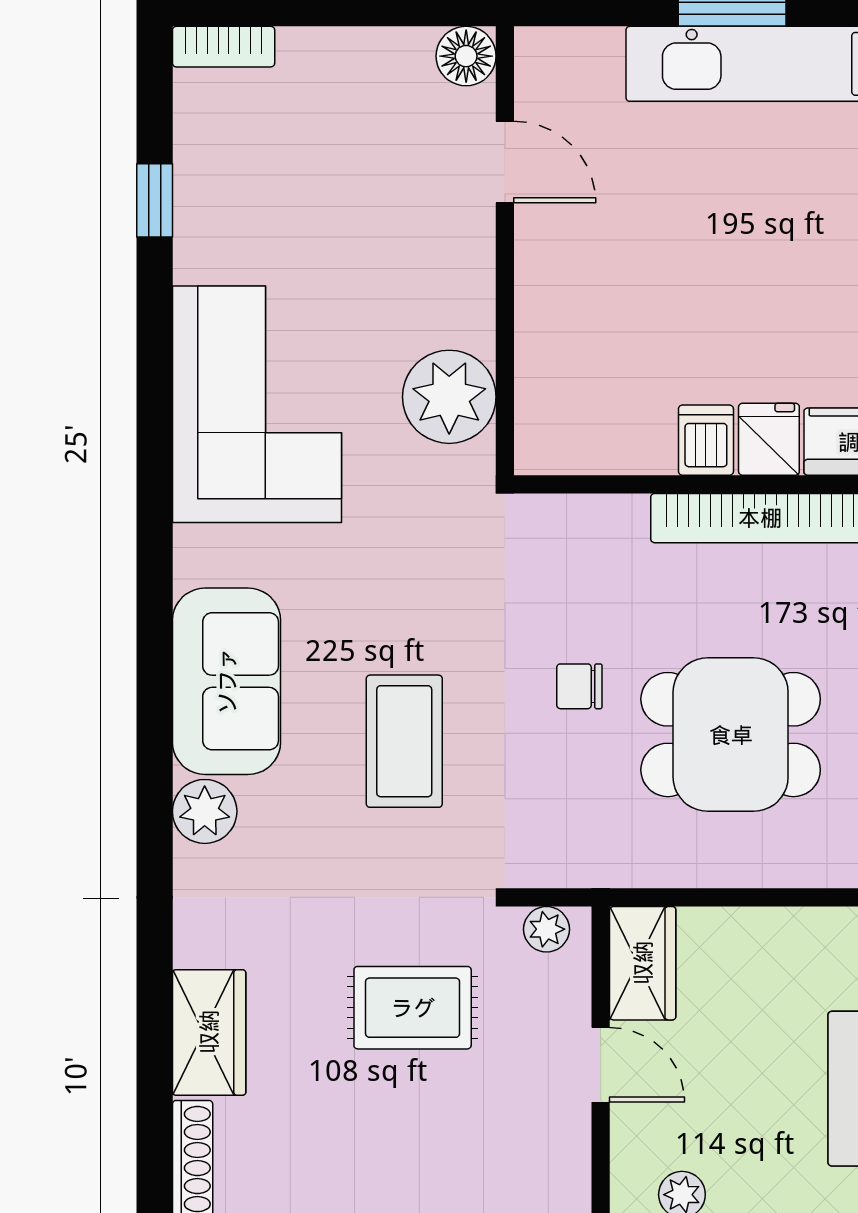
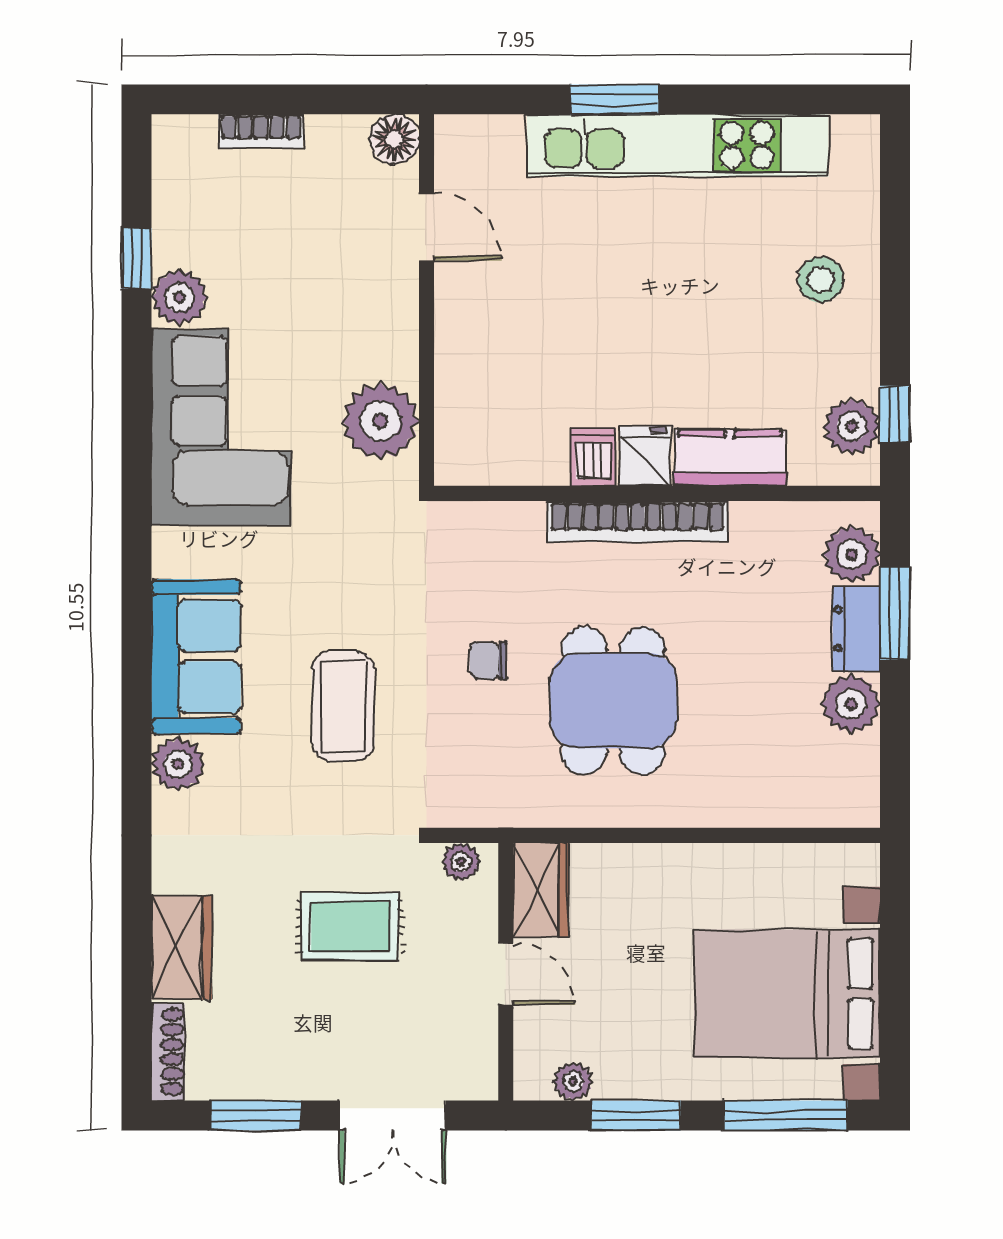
bookcase: (224, 47) -> (261, 131), moved
plant: (206, 247) -> (179, 297), added
dining table: (731, 735) -> (613, 701), turned 90

